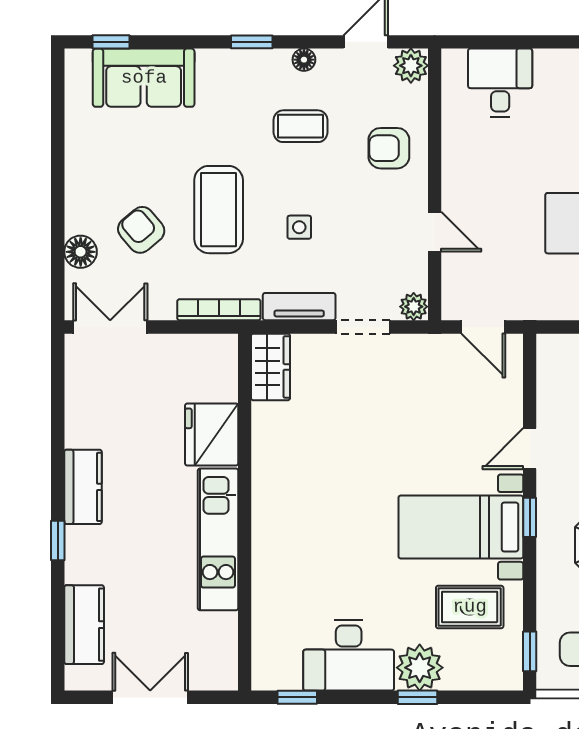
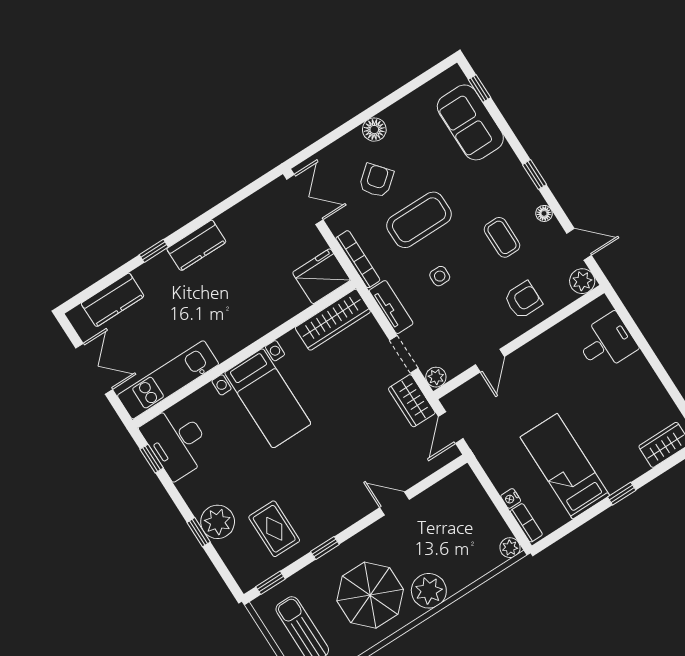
armchair: (389, 148) -> (523, 300), turned 90
floor lamp: (81, 252) -> (374, 130), moved
wardrobe: (423, 352) -> (412, 401), added
wardrobe: (271, 367) -> (333, 320), width x1.50
fridge: (212, 435) -> (321, 276), moved
window: (530, 517) -> (325, 548), moved
bed with nightstands: (461, 527) -> (268, 398), moved, turned 180
kitchen unit: (218, 539) -> (168, 380), moved
desk: (349, 655) -> (177, 442), moved

